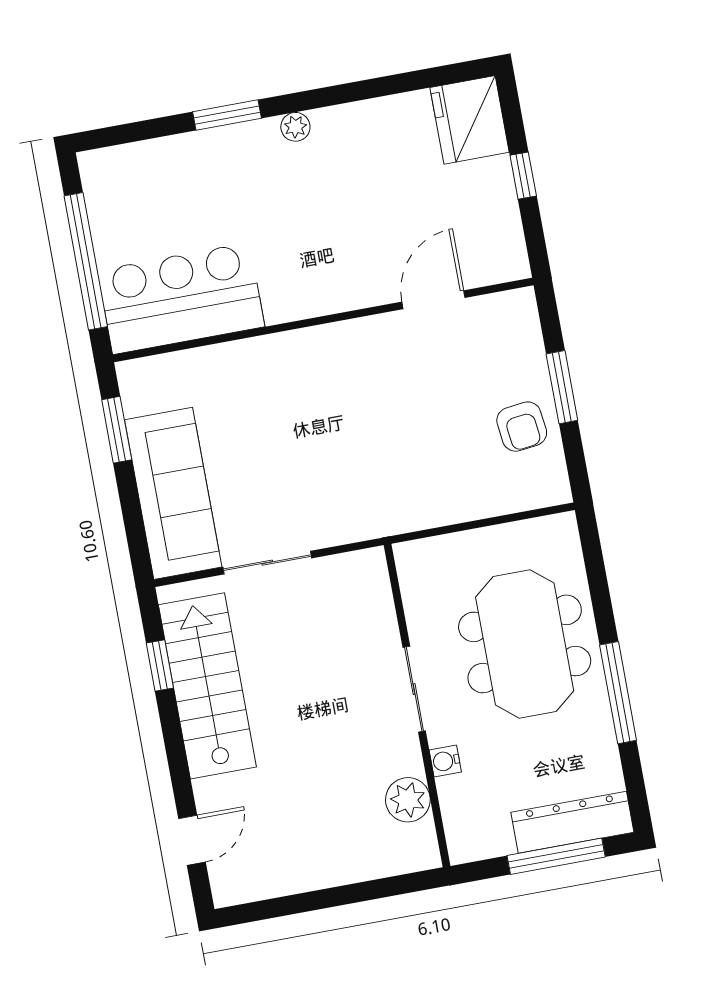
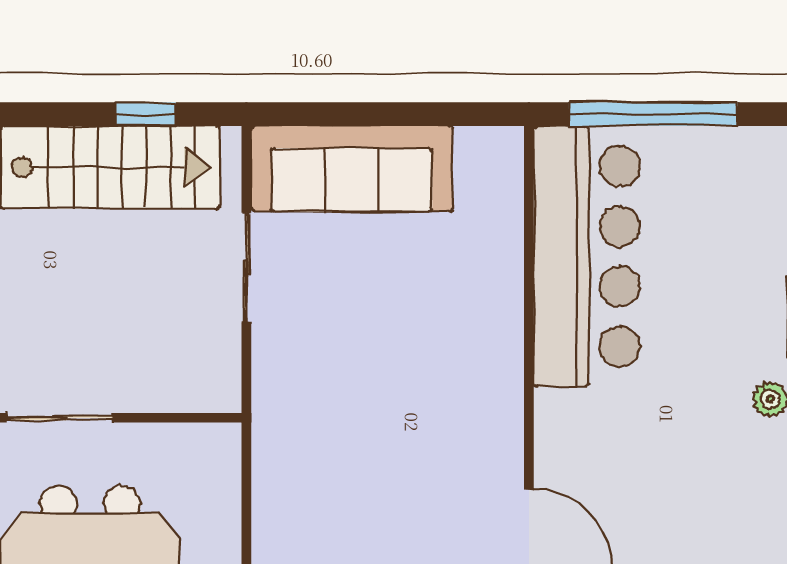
bar counter: (181, 299) -> (587, 256), width x1.36
window: (117, 430) -> (442, 114), removed

